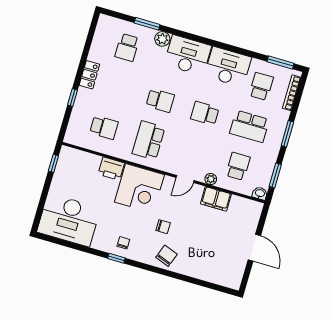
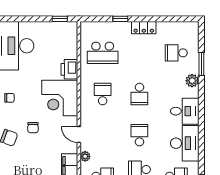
desk: (188, 55) -> (185, 111), width x0.73
school desk: (104, 127) -> (103, 53), width x1.85
school desk: (149, 140) -> (103, 94), width x0.54

